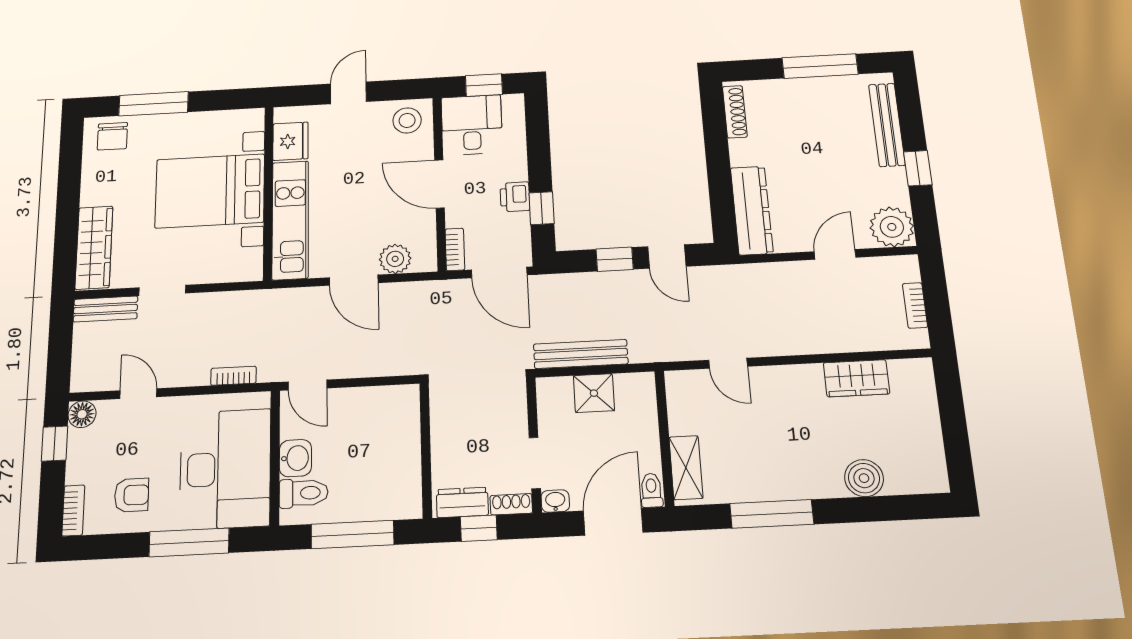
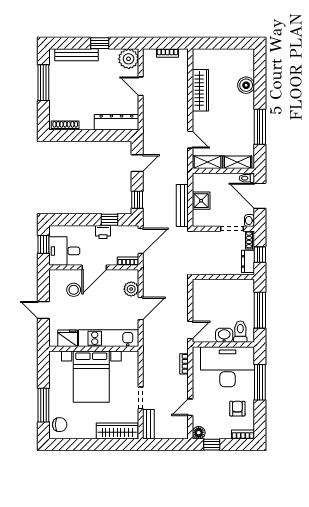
stool: (407, 120) -> (74, 290), moved
window: (615, 259) -> (137, 200), moved
door: (728, 363) -> (190, 140), hinge flipped
wardrobe: (856, 378) -> (200, 90), width x1.50
shelving: (681, 402) -> (208, 162), added

